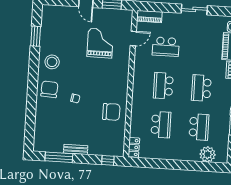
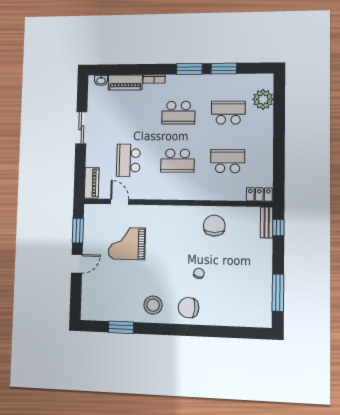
school desk: (166, 47) -> (128, 160), turned 180
bench: (76, 149) -> (267, 222), moved

